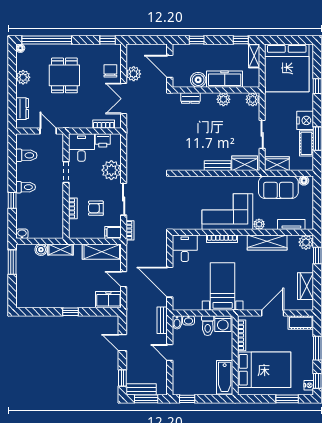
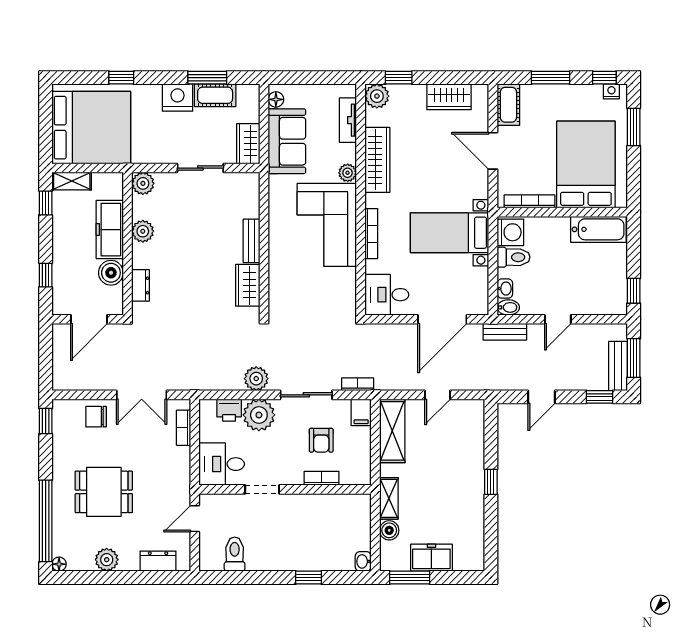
plant: (134, 74) -> (256, 379), moved
printer: (103, 140) -> (229, 410), moved, turned 90
wardrobe: (245, 163) -> (248, 285), moved
toilet: (26, 187) -> (287, 555), removed
freezer: (108, 300) -> (431, 558), moved, turned 90

